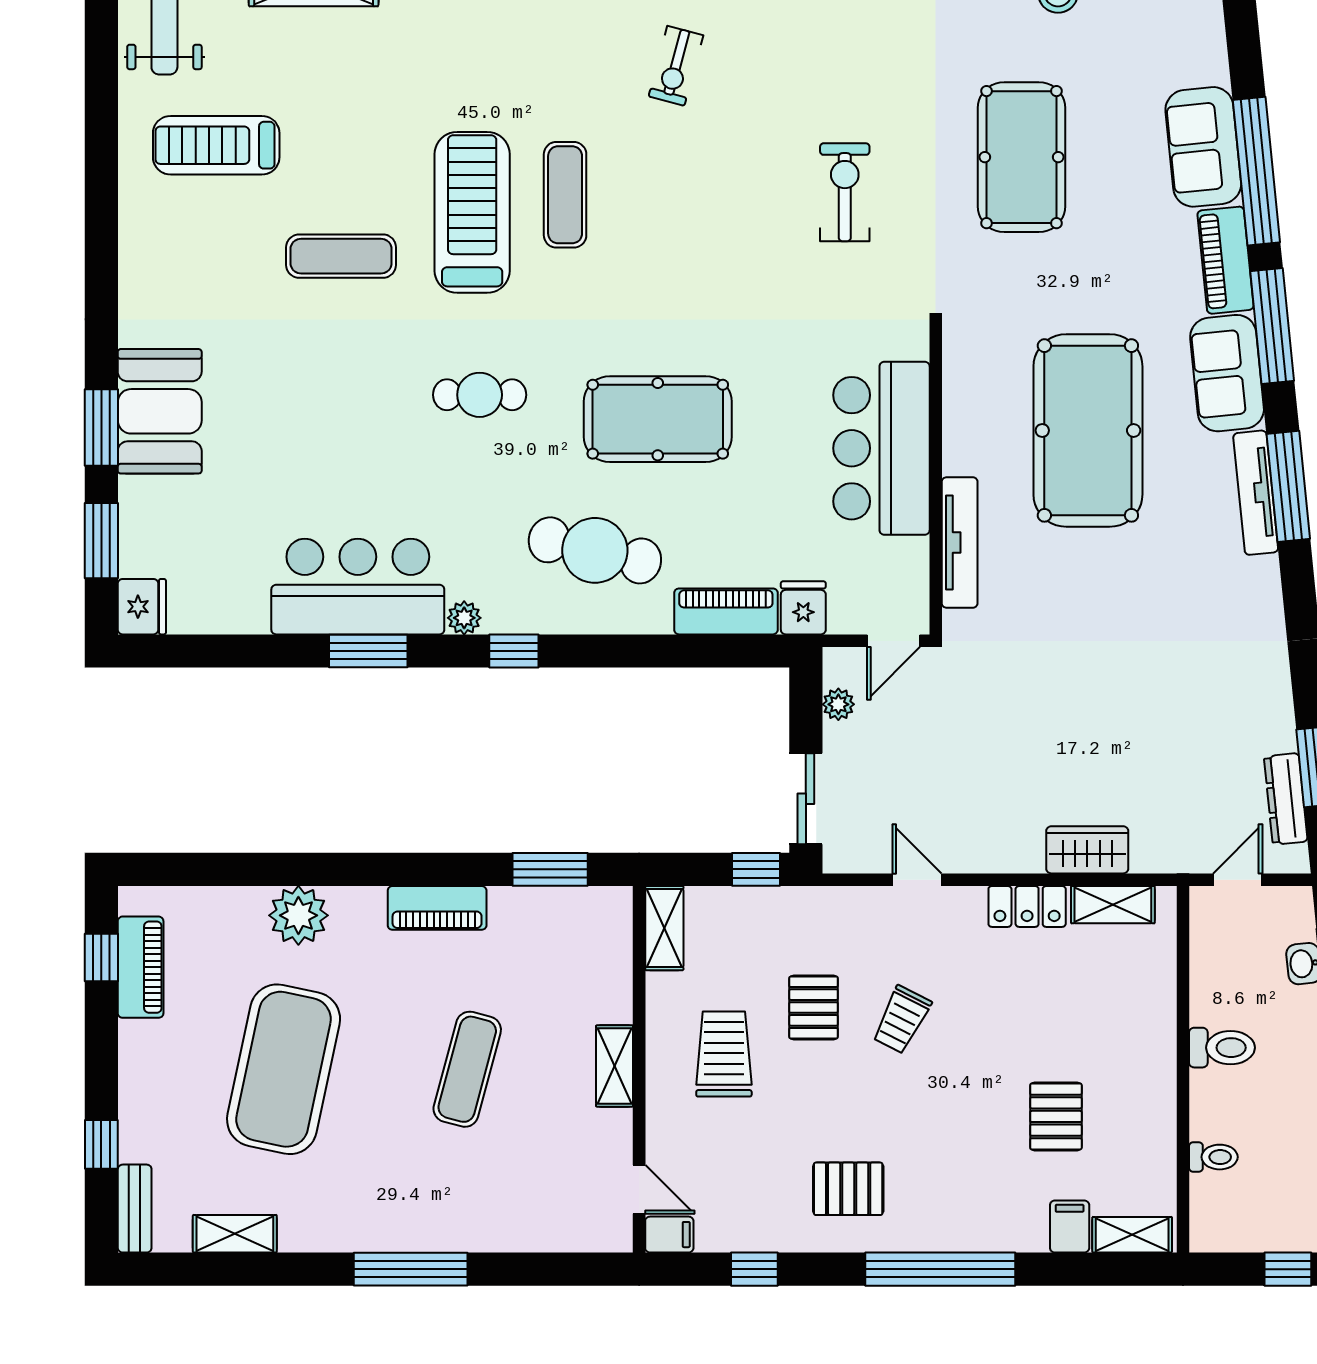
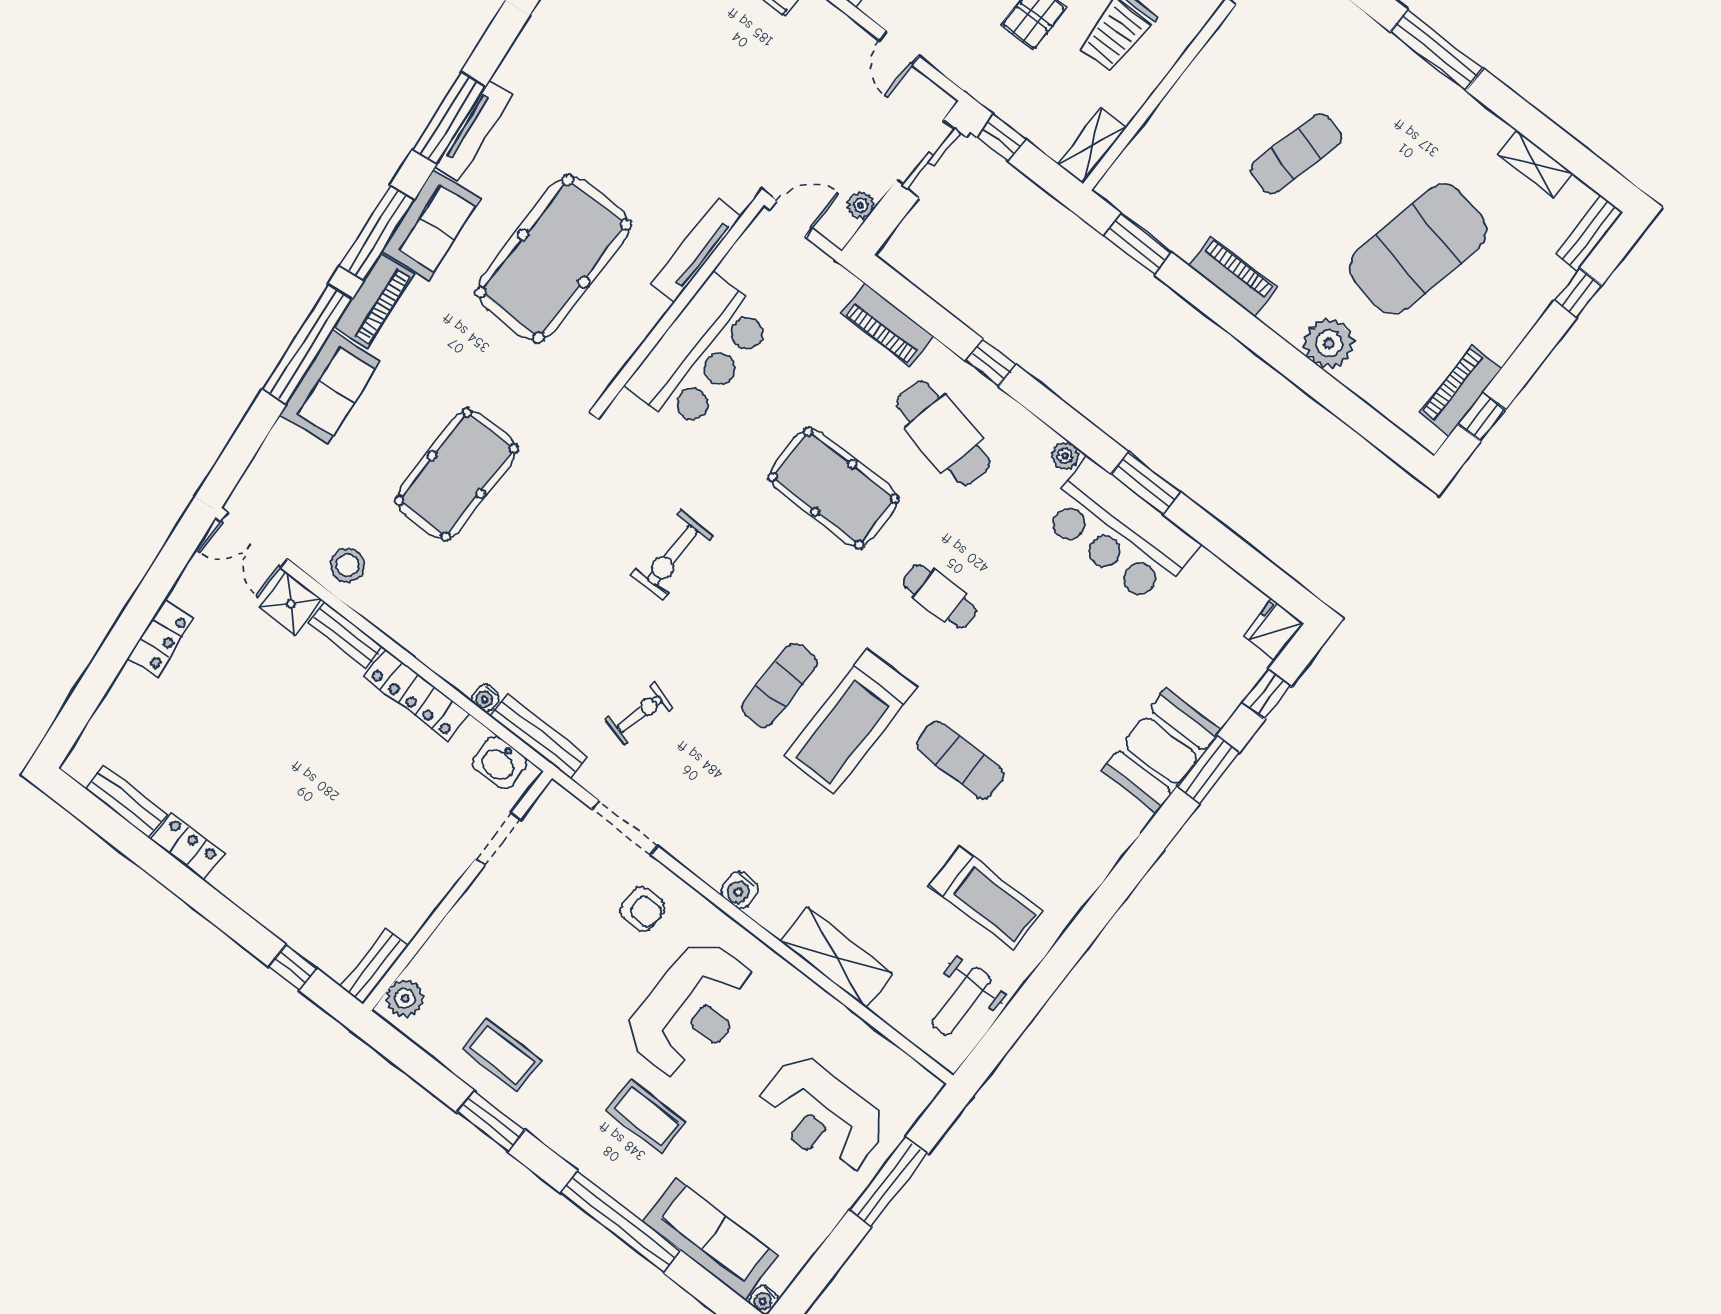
exercise bike: (845, 192) -> (672, 555), moved
window: (101, 541) -> (1267, 694), width x0.67
fridge: (803, 608) -> (834, 287), removed
window: (514, 651) -> (991, 363), moved
shelving: (615, 1066) -> (1196, 80), removed

